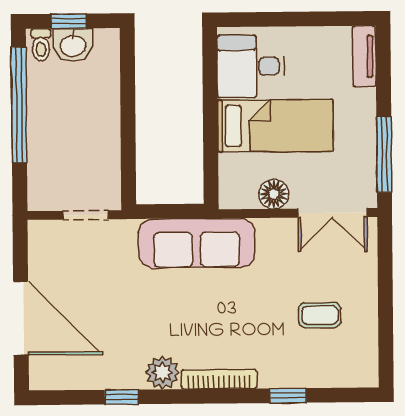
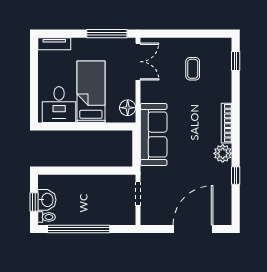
floor lamp: (274, 194) -> (128, 108), moved
window: (288, 396) -> (236, 61), moved

